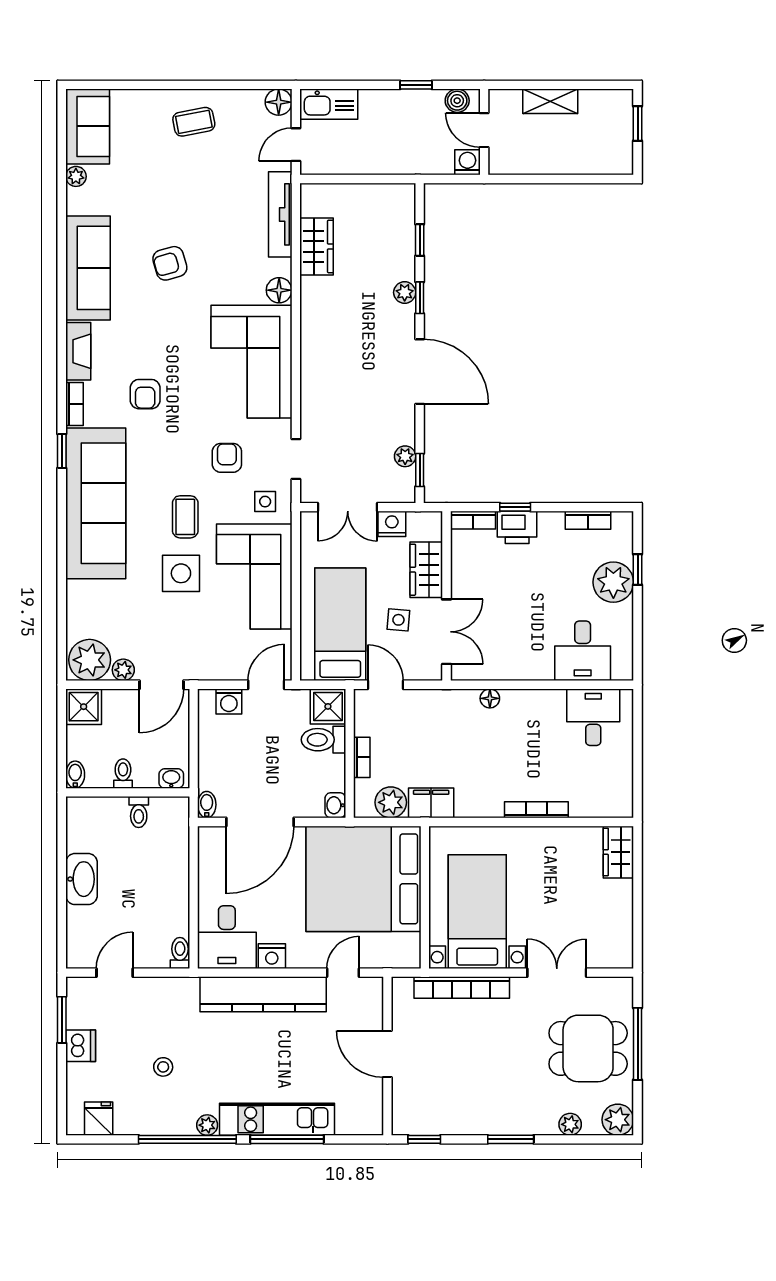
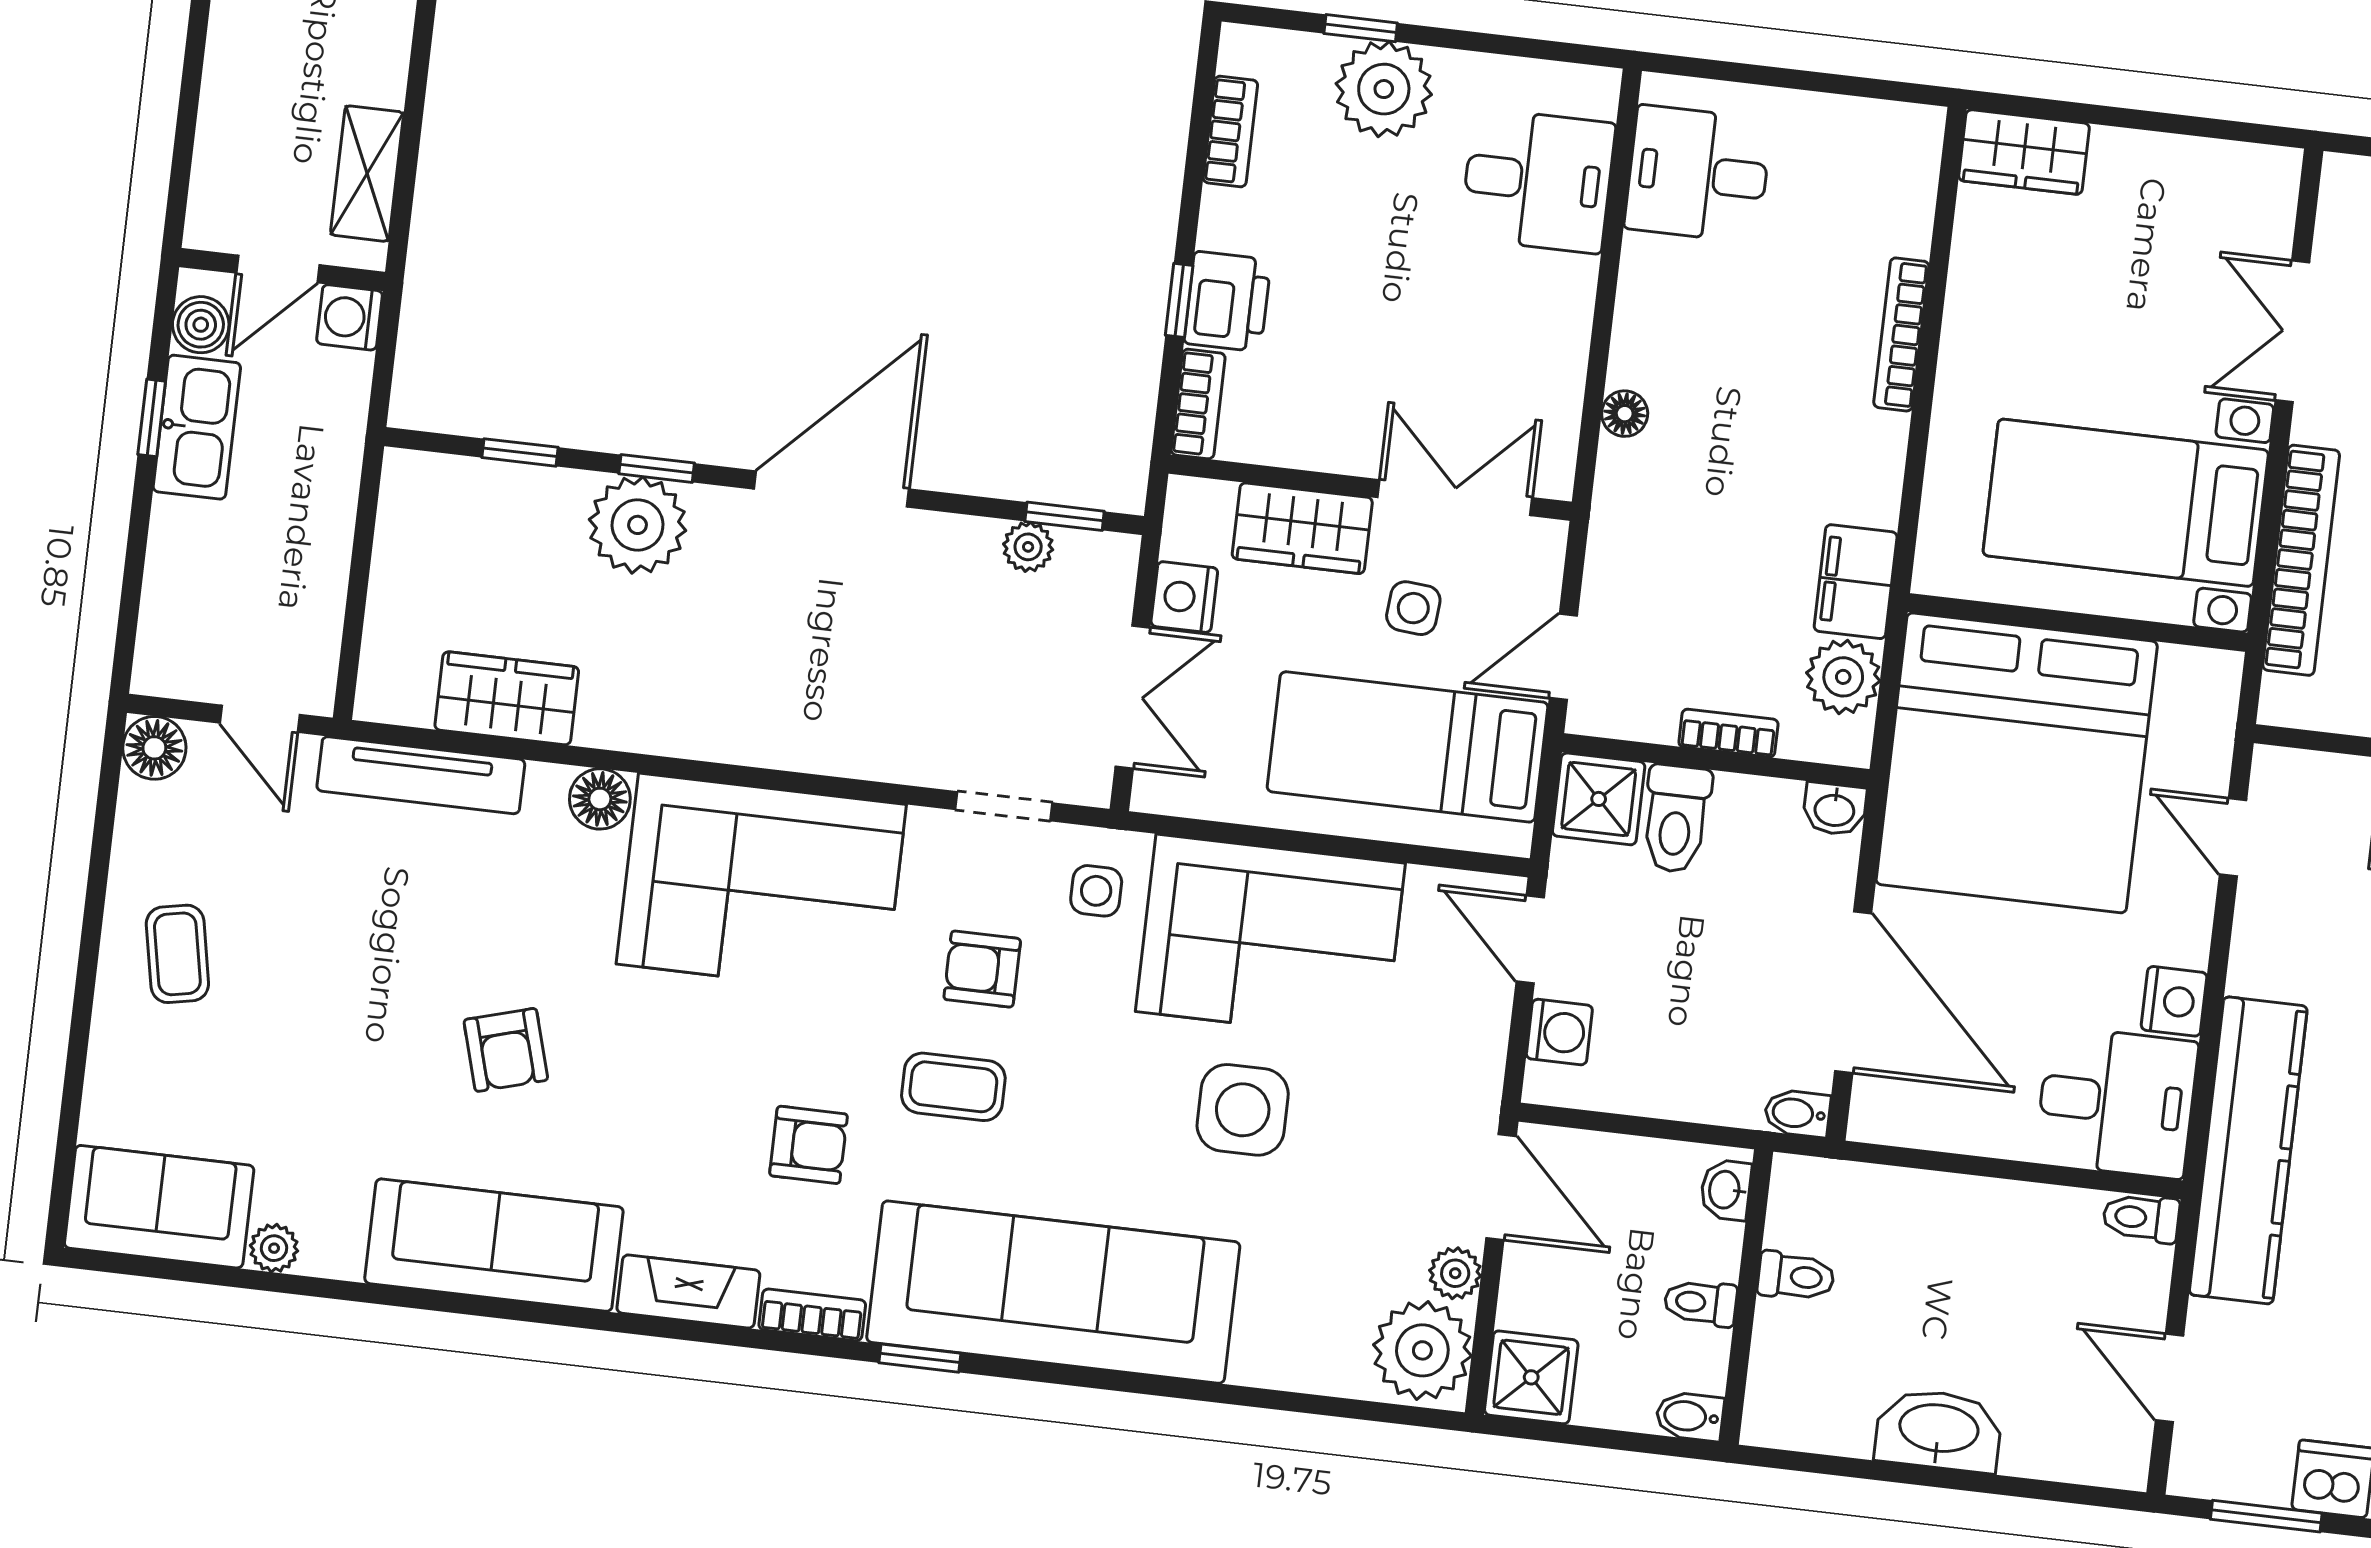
shelving: (550, 101) -> (367, 174), moved
kitchen sink: (329, 104) -> (197, 427), moved
plant: (405, 292) -> (637, 525), width x1.88, depth x1.88
coffee table: (185, 517) -> (953, 1087), moved
kitchen counter: (263, 994) -> (2248, 1150), moved

